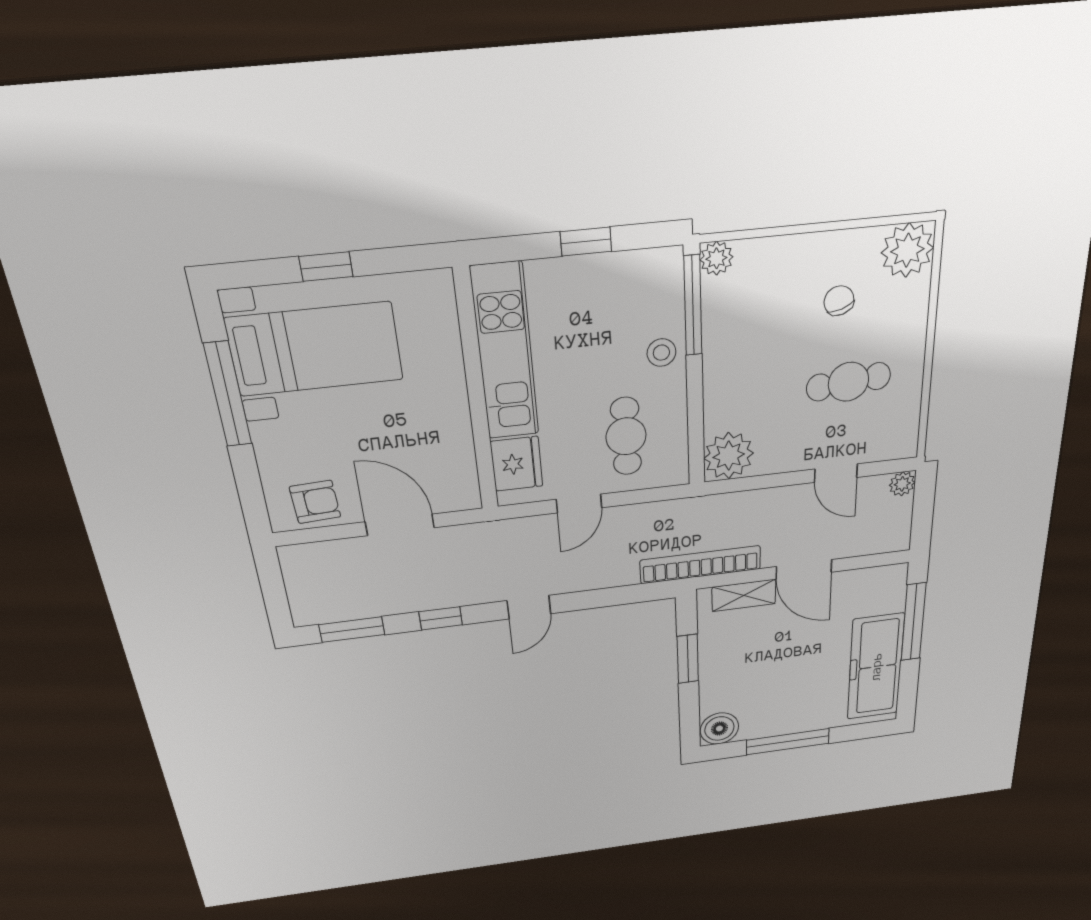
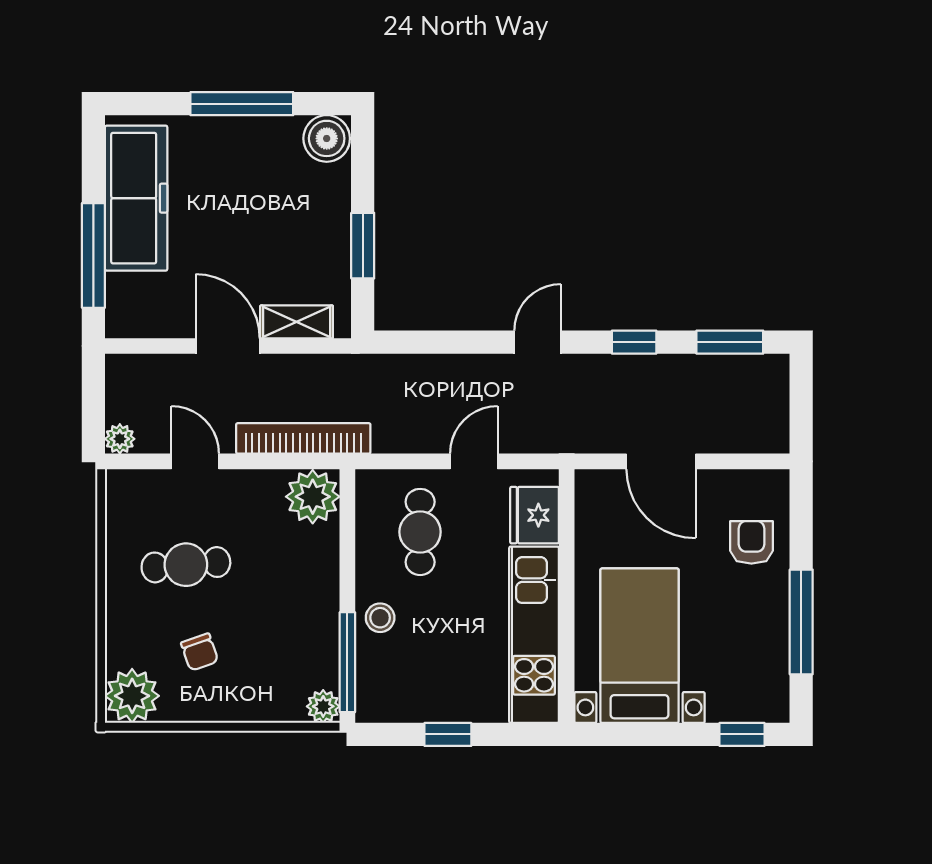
window: (326, 267) -> (742, 734), moved
bed with nightstands: (315, 349) -> (639, 646), moved, turned 90
armchair: (315, 502) -> (751, 542), moved, turned 93
bookcase: (700, 565) -> (303, 438), moved, turned 180

